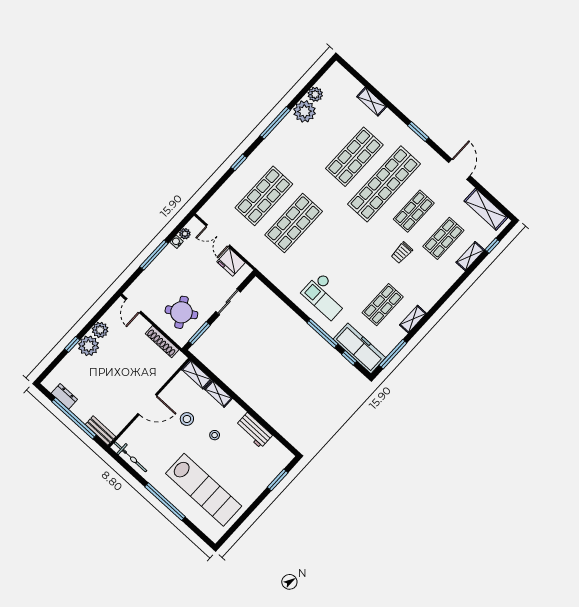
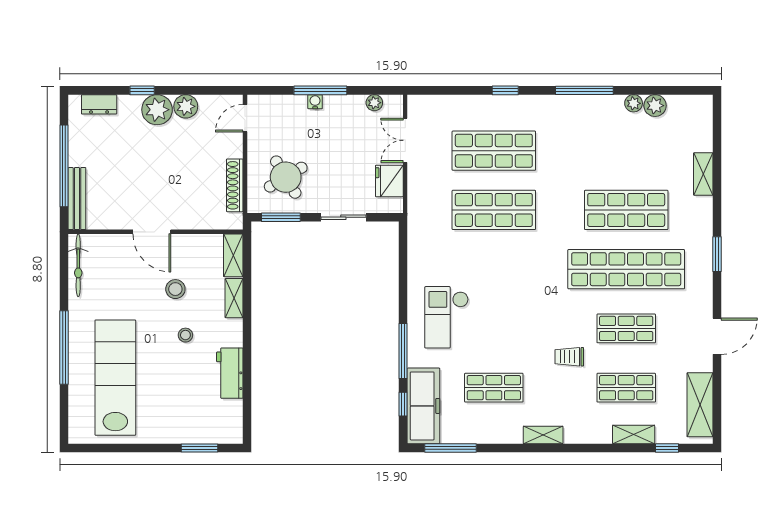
plant: (305, 111) -> (634, 103), width x0.53, depth x0.53
water cooler: (177, 242) -> (315, 102), moved
shelving: (413, 319) -> (543, 435), moved
dresser: (64, 396) -> (99, 104), moved, turned 90
bench: (100, 431) -> (77, 199), width x1.36
lab bench: (204, 490) -> (115, 378), turned 180

